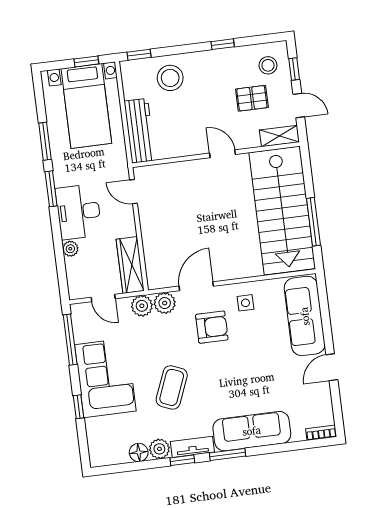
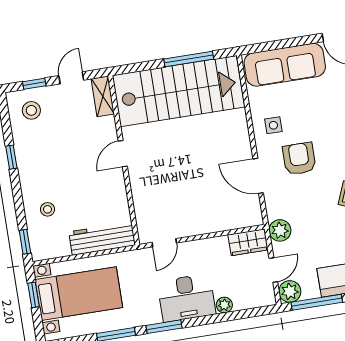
stool: (170, 78) -> (47, 209), width x0.53, depth x0.53
pallet: (252, 98) -> (65, 126), removed
wardrobe: (130, 265) -> (248, 242), width x0.67
plant: (165, 303) -> (290, 291), moved

